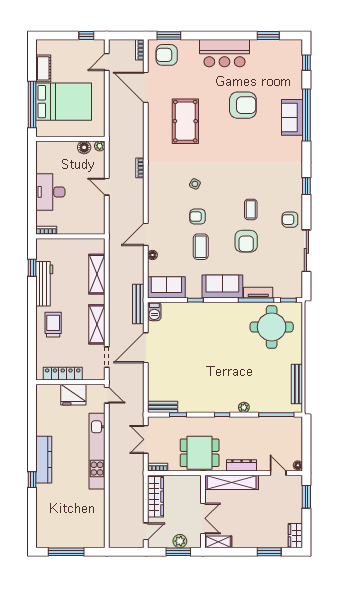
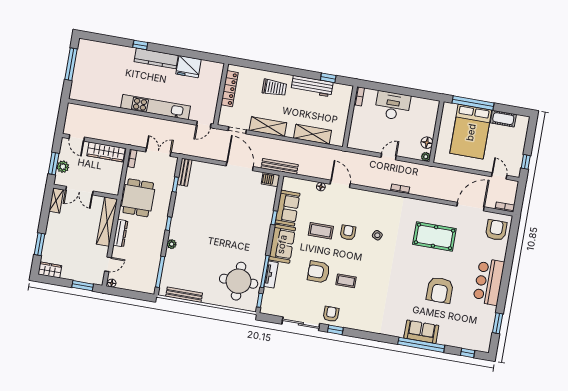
window: (169, 36) -> (513, 235), removed
window: (306, 186) -> (335, 330), moved
sofa: (166, 287) -> (288, 208), moved
fridge: (73, 395) -> (189, 67), moved, turned -90

